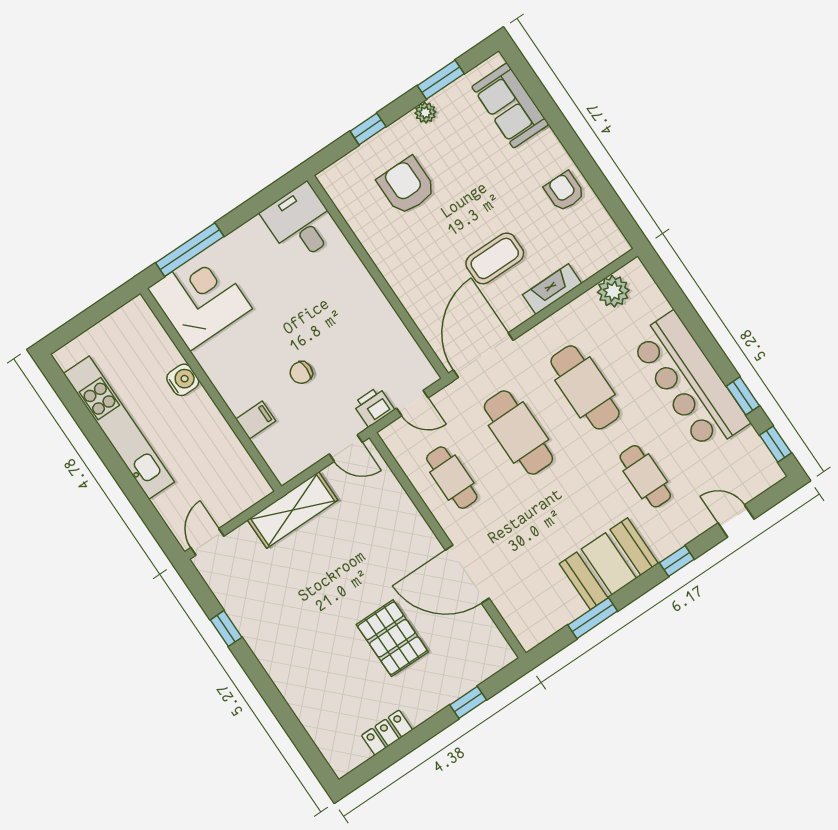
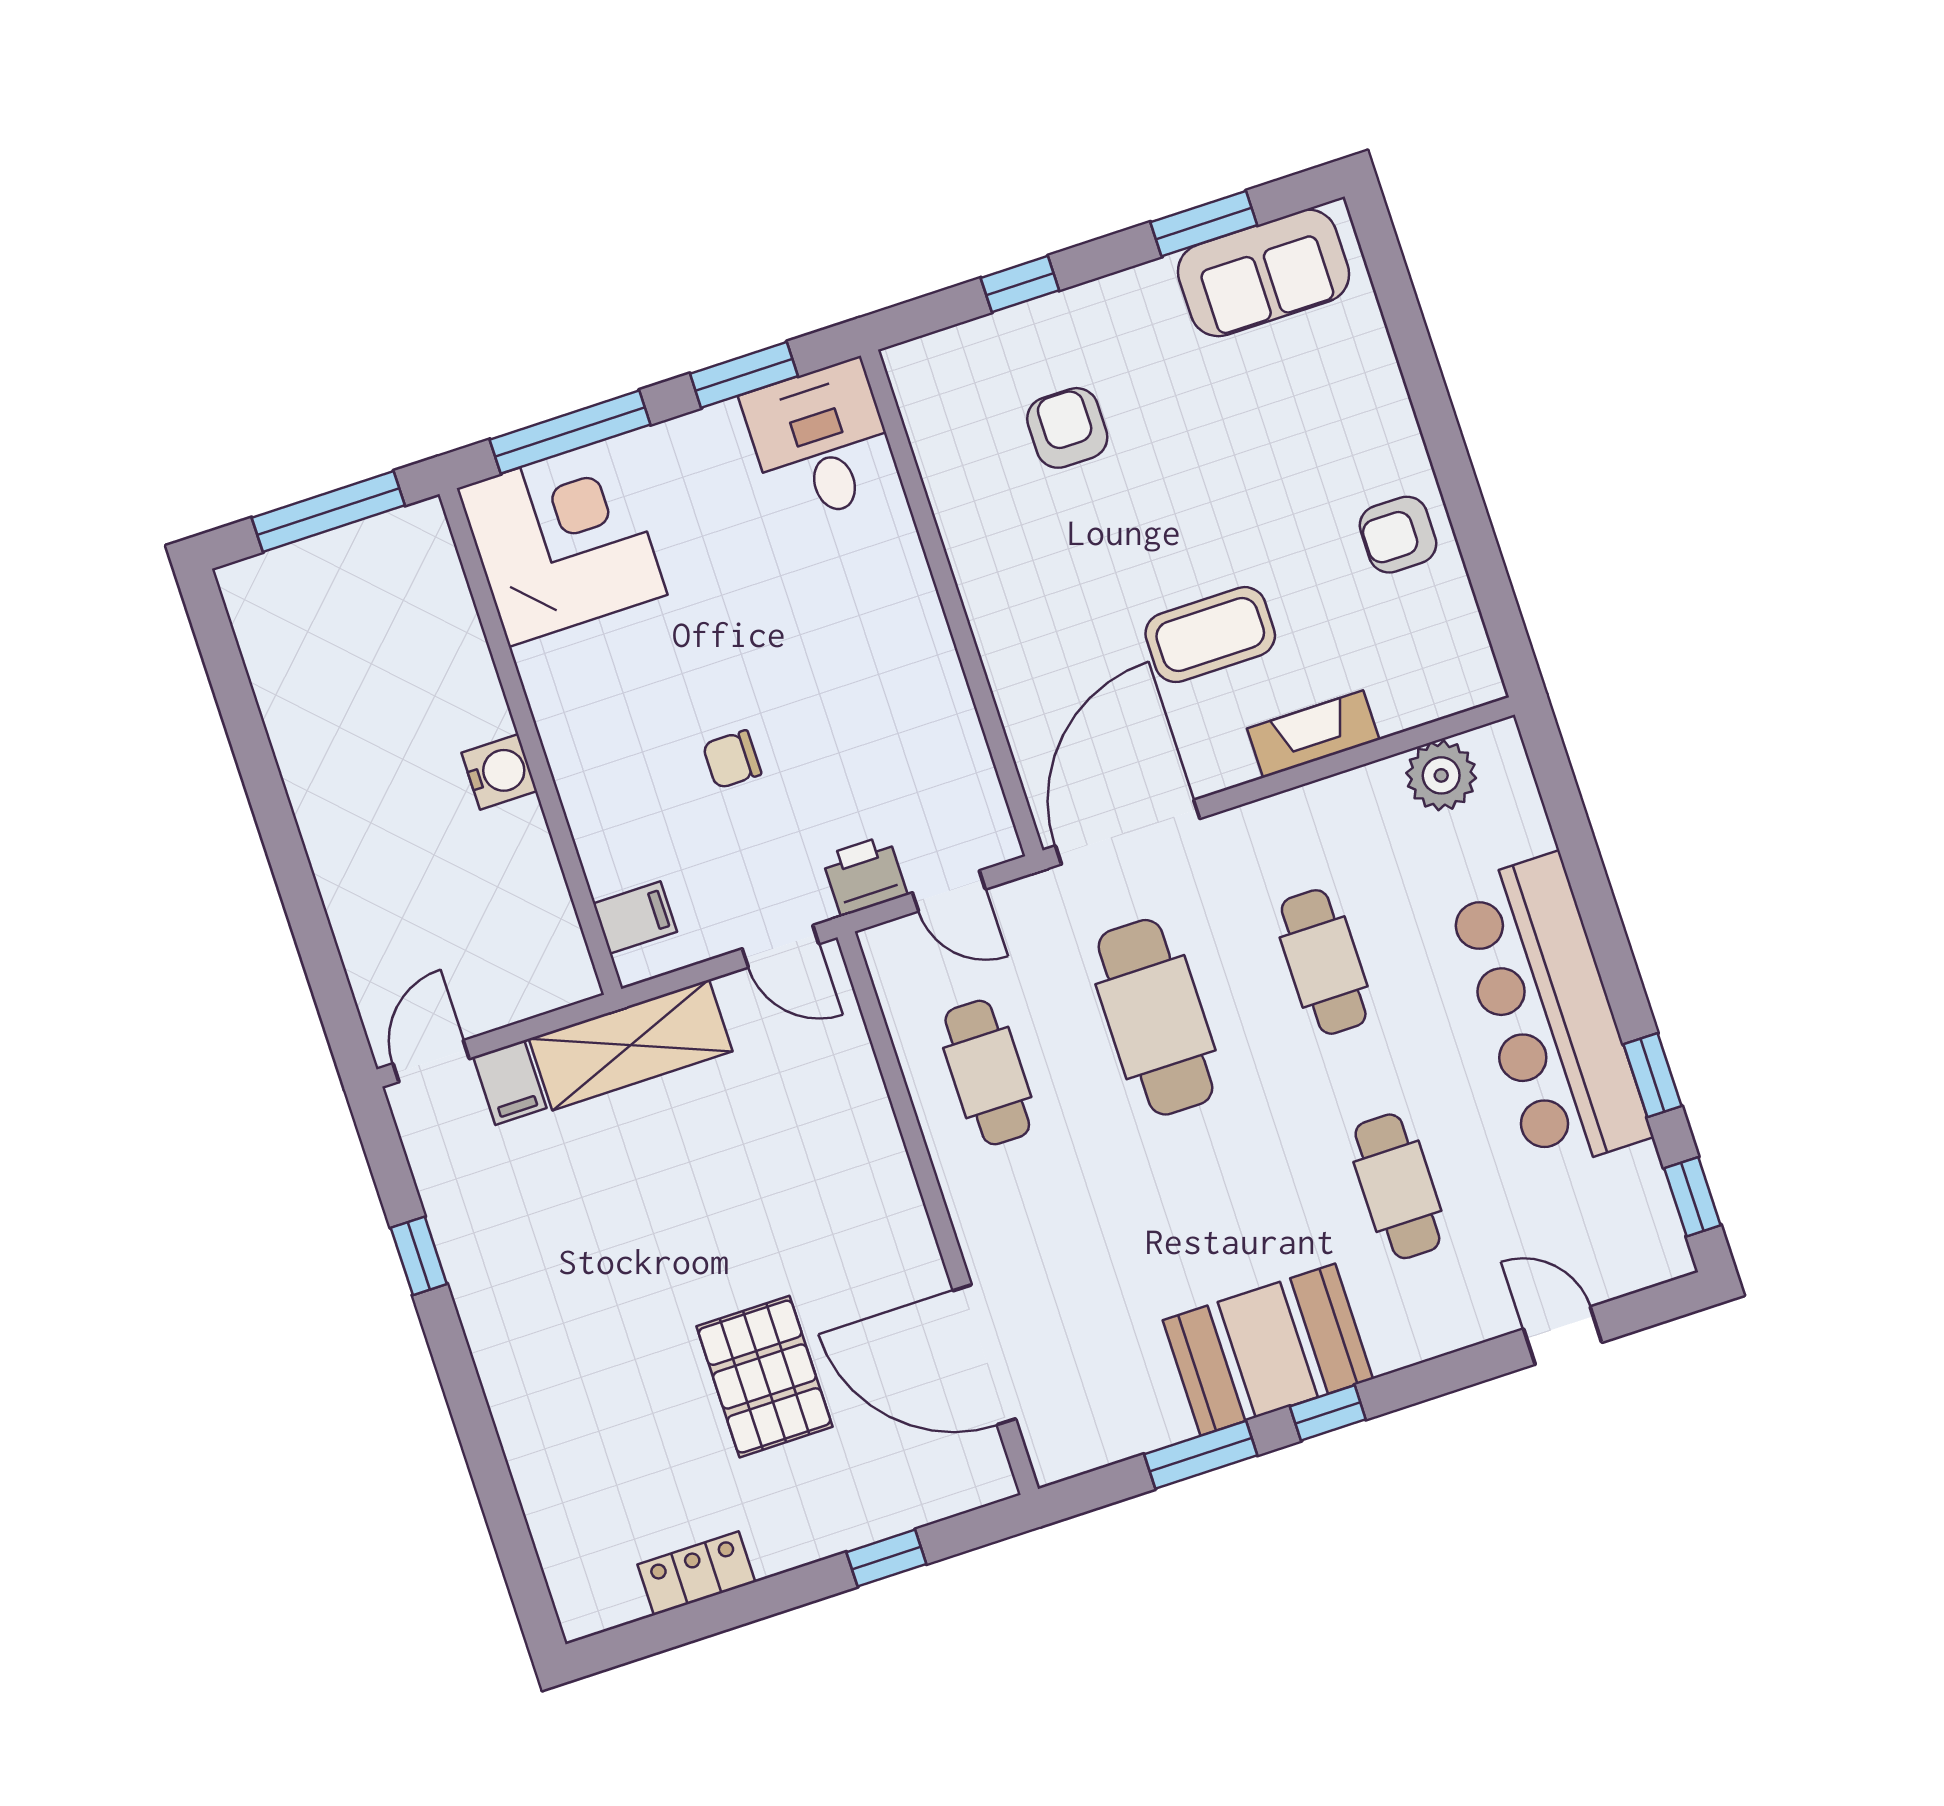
sofa: (510, 106) -> (1263, 273), moved, turned -90
plant: (425, 113) -> (1151, 284), removed
armchair: (407, 186) -> (1067, 428), width x0.72, depth x0.72
armchair: (564, 191) -> (1398, 535), turned -90
window: (259, 203) -> (744, 375), added
window: (94, 314) -> (328, 511), added
water cooler: (183, 380) -> (499, 772), moved
cafe table: (585, 387) -> (1324, 962), width x0.73, depth x0.74
filing cabinet: (256, 420) -> (635, 918), moved
kitchen unit: (119, 428) -> (313, 766), removed
filing cabinet: (244, 541) -> (510, 1083), added
window: (677, 561) -> (1328, 1413), moved
door: (467, 574) -> (984, 1355), moved

